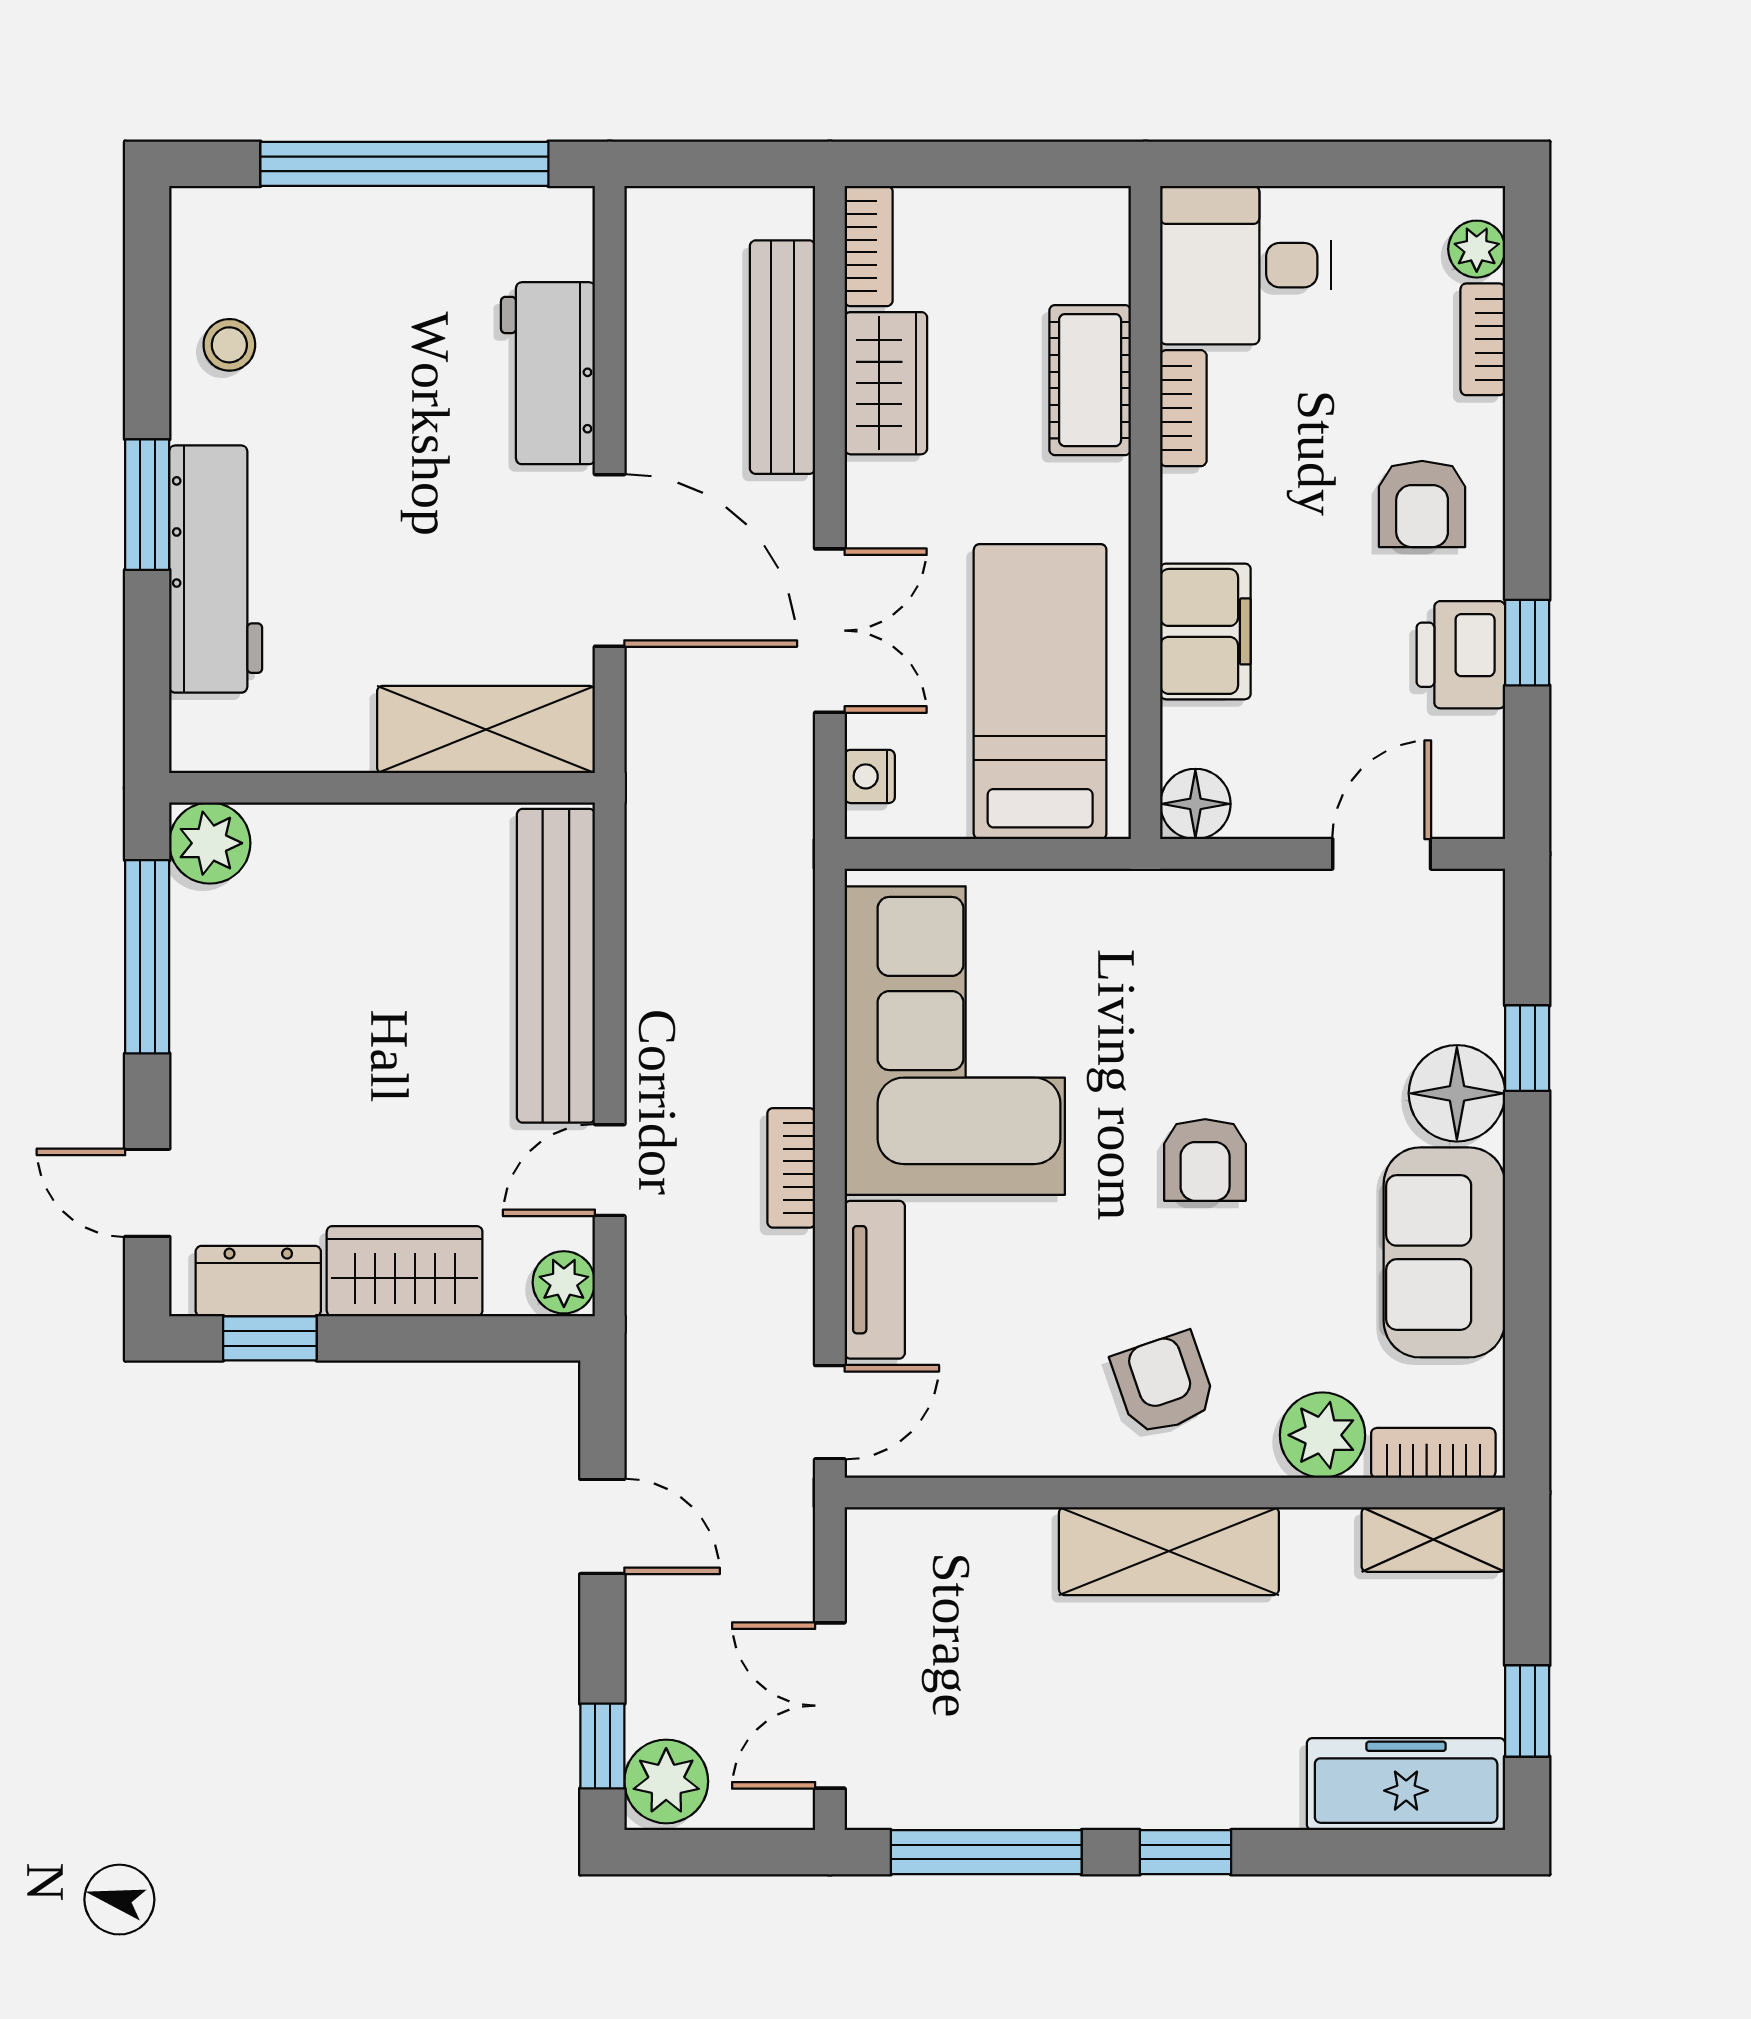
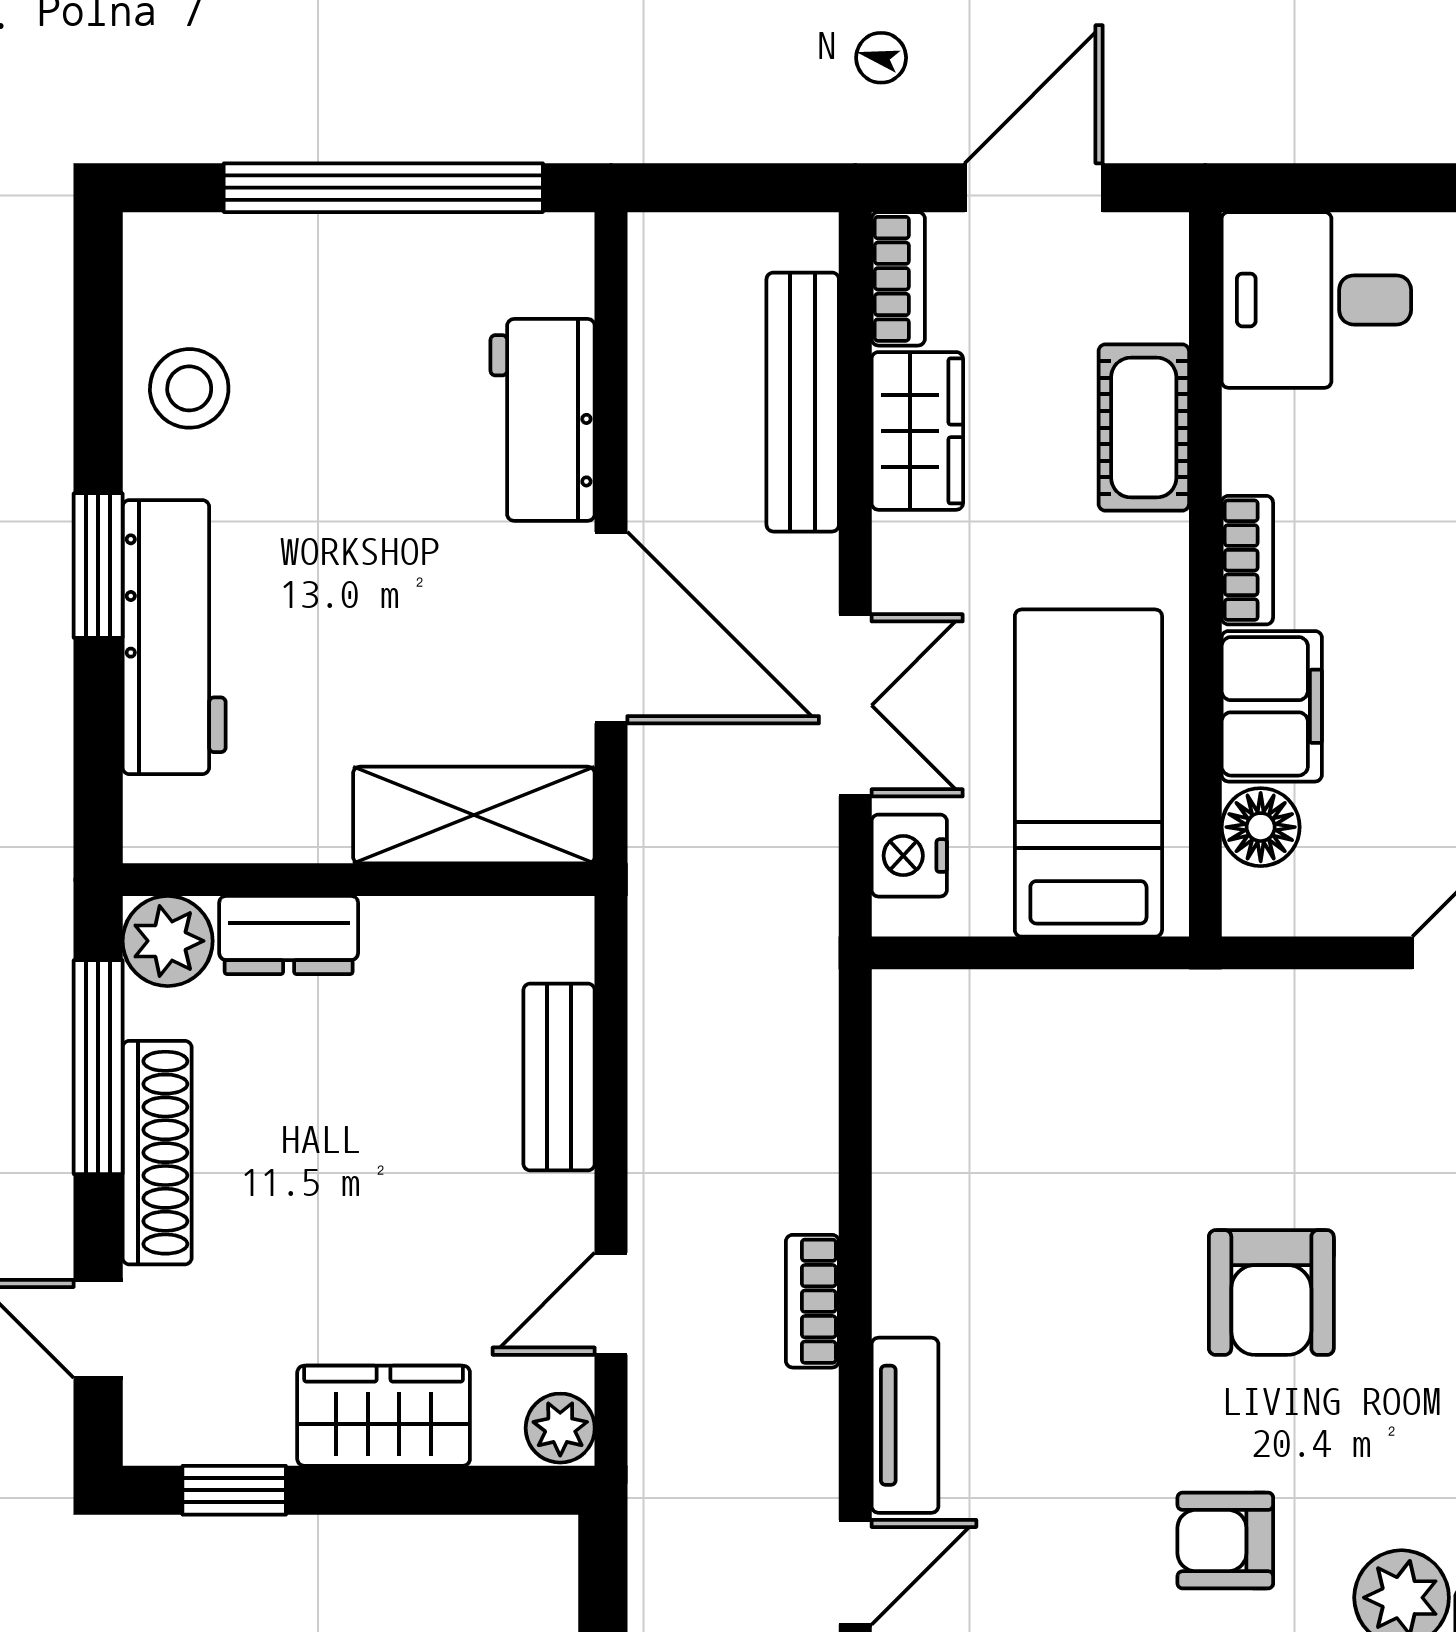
door: (991, 164) -> (1034, 188), added
stool: (229, 345) -> (189, 388), width x1.37, depth x1.37
bookcase: (1183, 408) -> (1247, 560), moved
nightstand: (870, 776) -> (909, 856), width x1.39, depth x1.35
floor lamp: (1195, 804) -> (1261, 827), moved
bench: (556, 966) -> (559, 1077), width x0.54, depth x0.82
shoe rack: (200, 1034) -> (157, 1153), added
corner sofa: (955, 1041) -> (994, 1160), removed
armchair: (1205, 1160) -> (1271, 1292), width x1.38, depth x1.38
dresser: (258, 1281) -> (289, 935), moved, turned 180
armchair: (1164, 1384) -> (1225, 1541), turned -71

